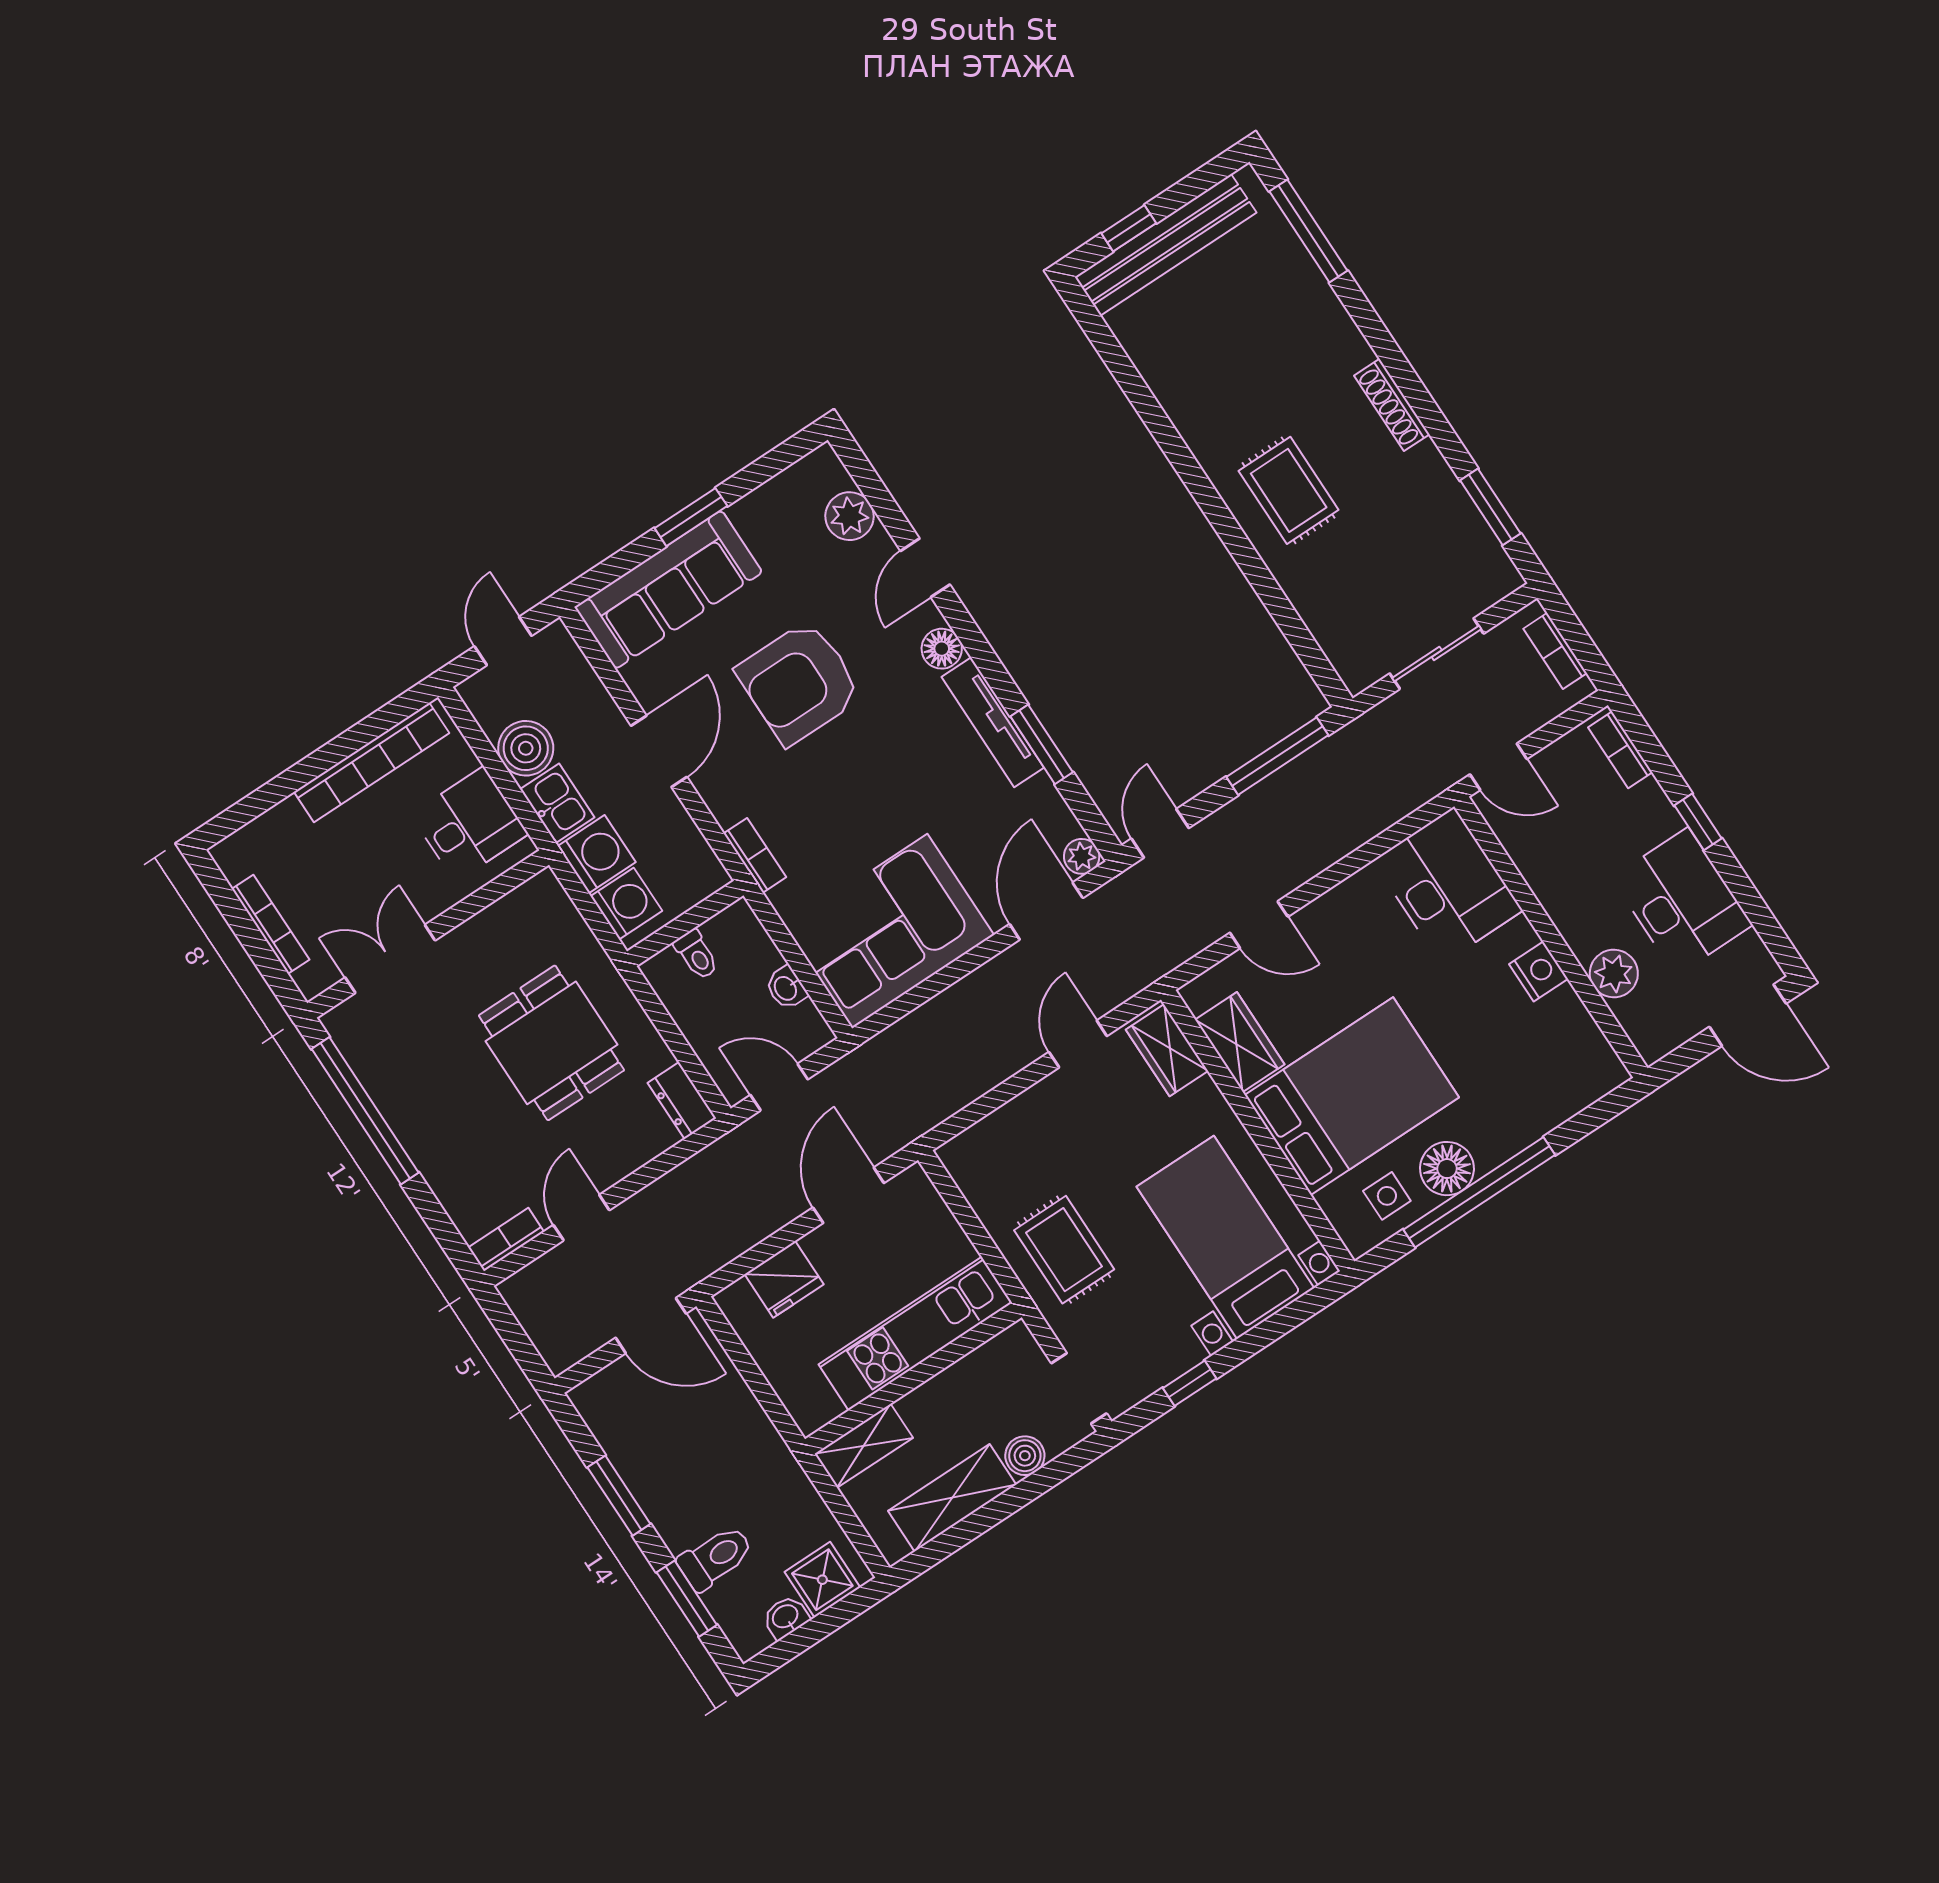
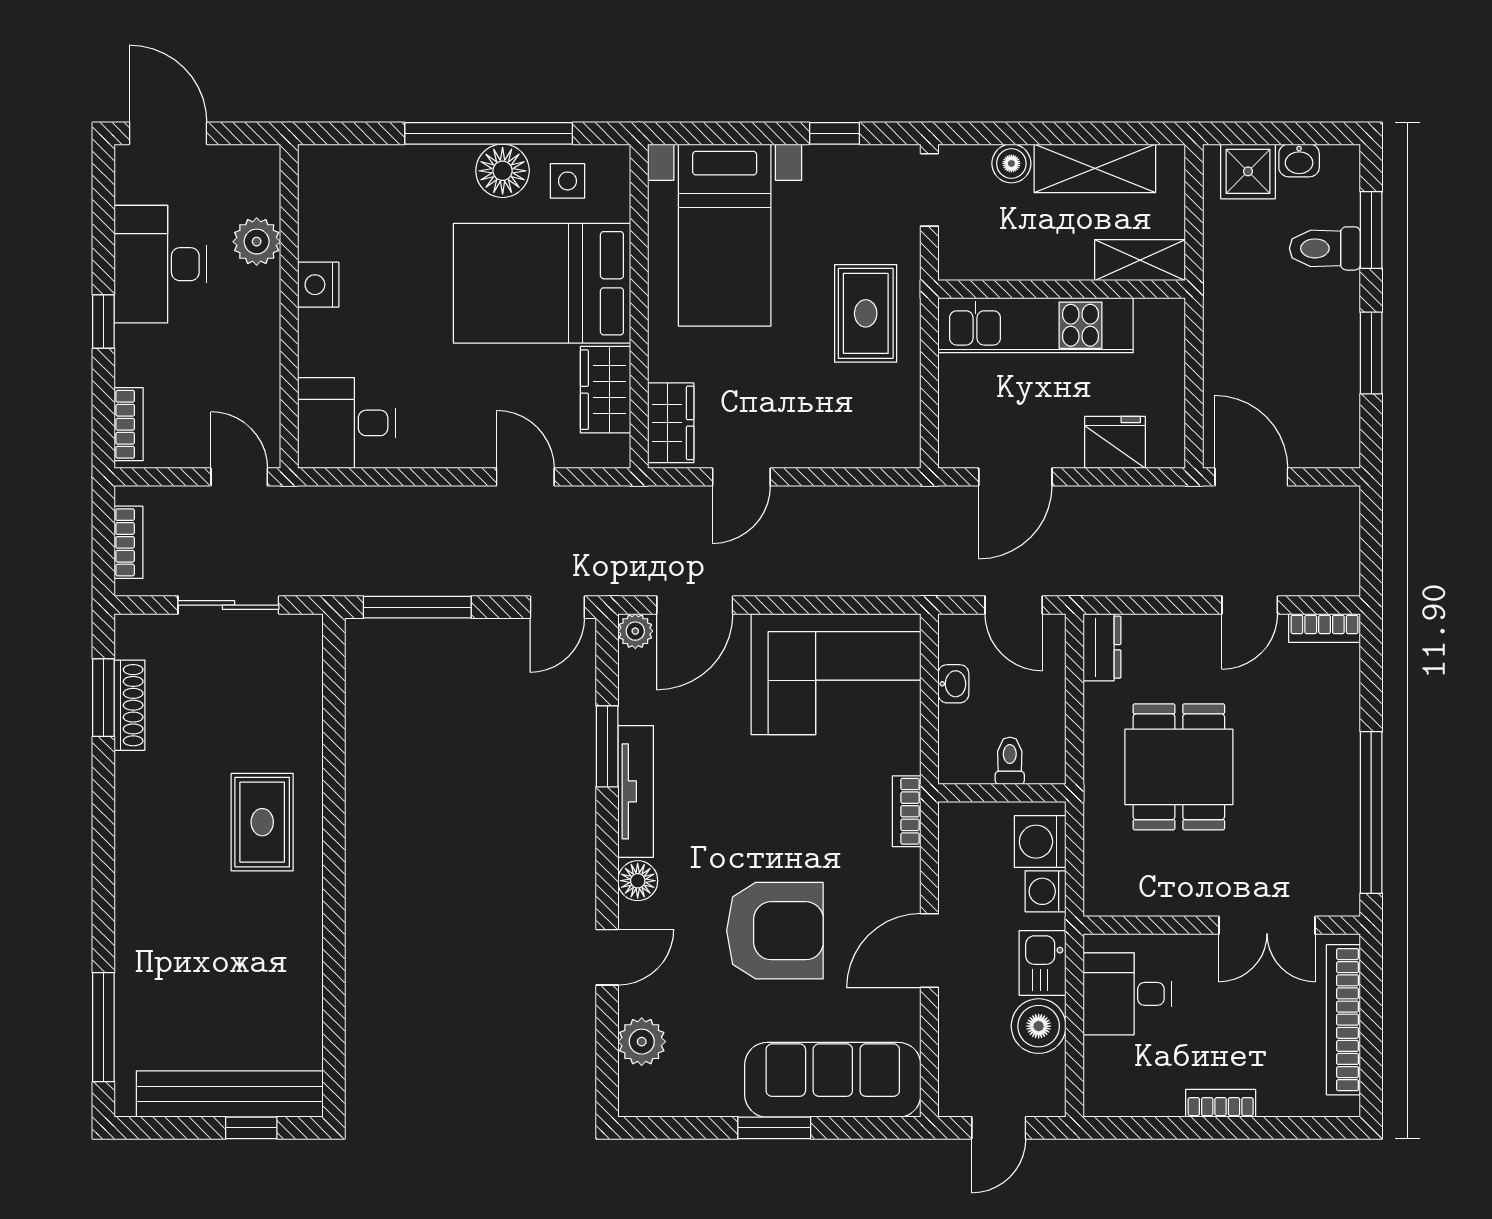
shoe rack: (1392, 405) -> (129, 705), moved
bookcase: (371, 762) -> (1221, 1103), width x0.43, depth x0.76
washing machine: (597, 854) -> (1045, 891), width x0.73, depth x0.73
desk: (1448, 885) -> (347, 423), width x0.73
bookcase: (271, 924) -> (1343, 1020), width x1.48, depth x1.31

